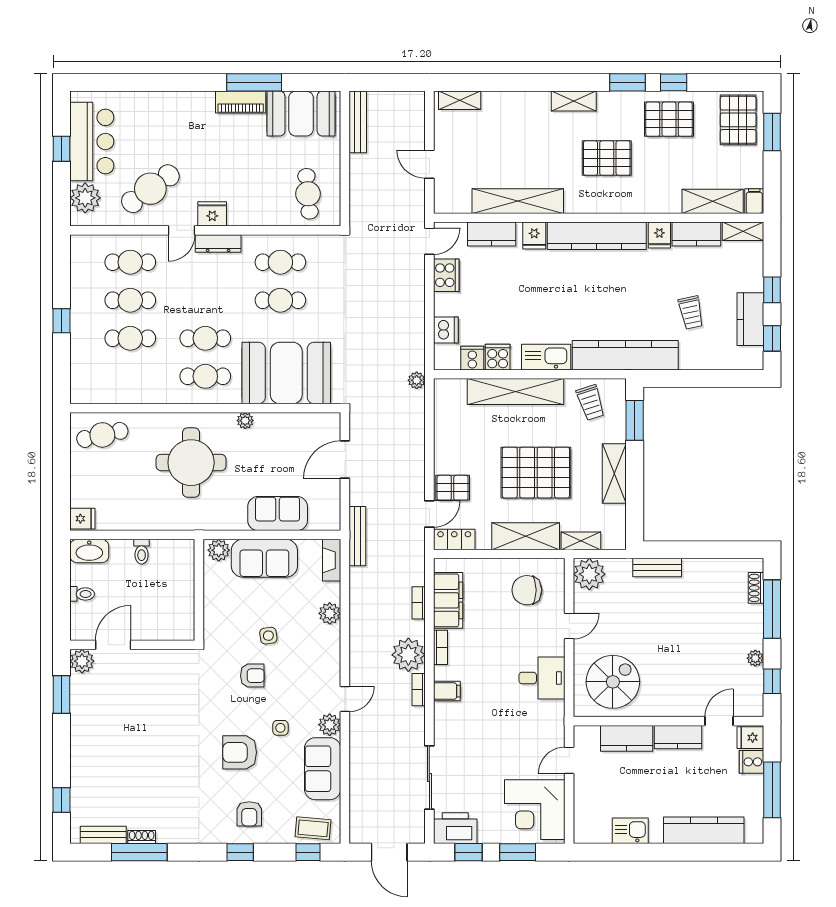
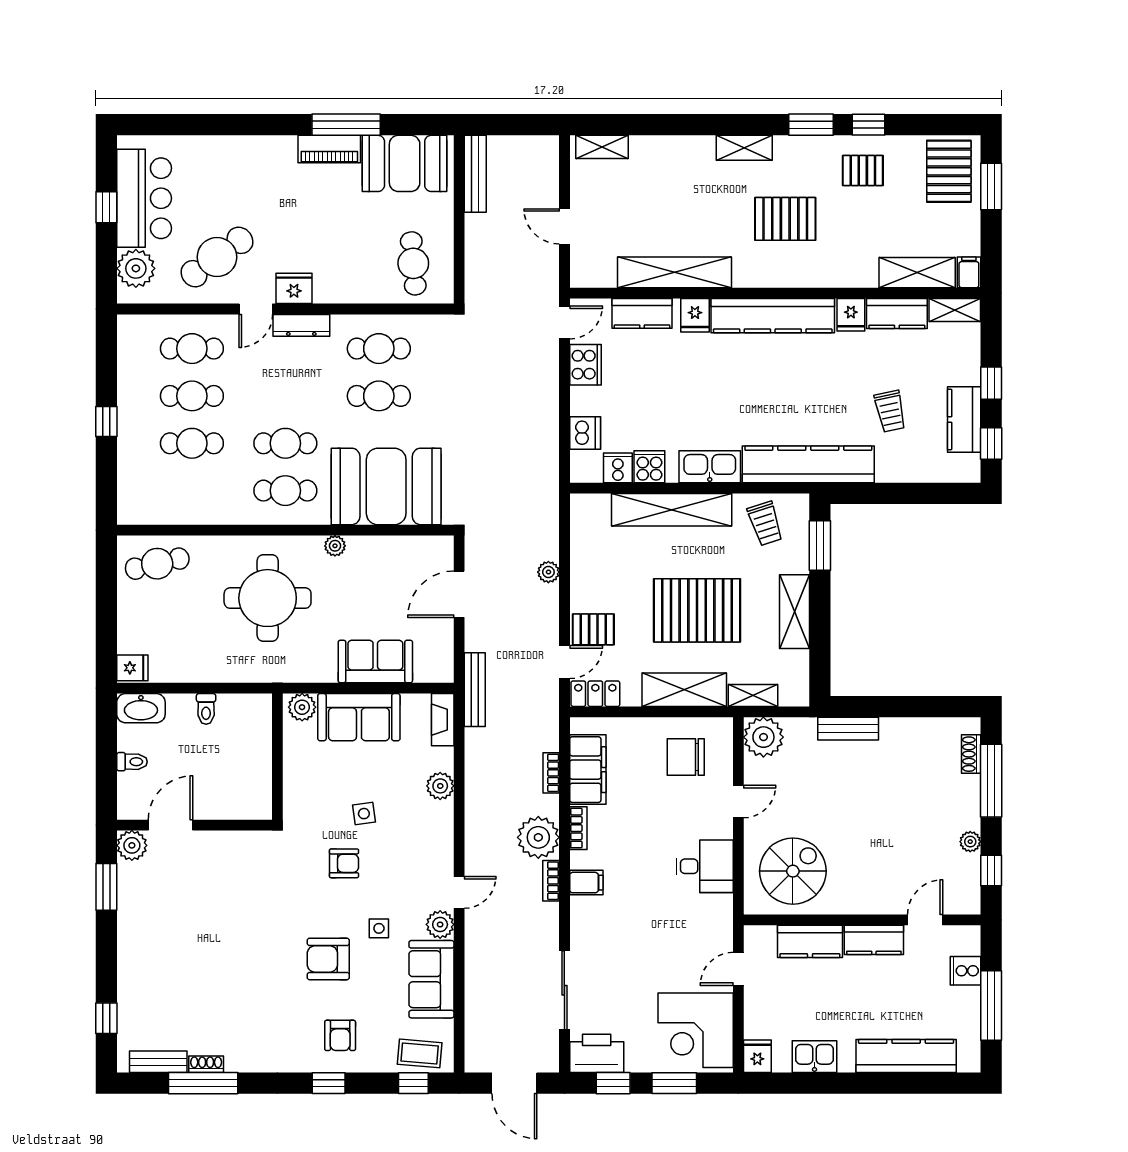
pallet: (669, 119) -> (863, 170), width x0.67, depth x0.71
plant: (417, 380) -> (548, 572), moved
fridge: (750, 738) -> (757, 1056), moved, turned 90

